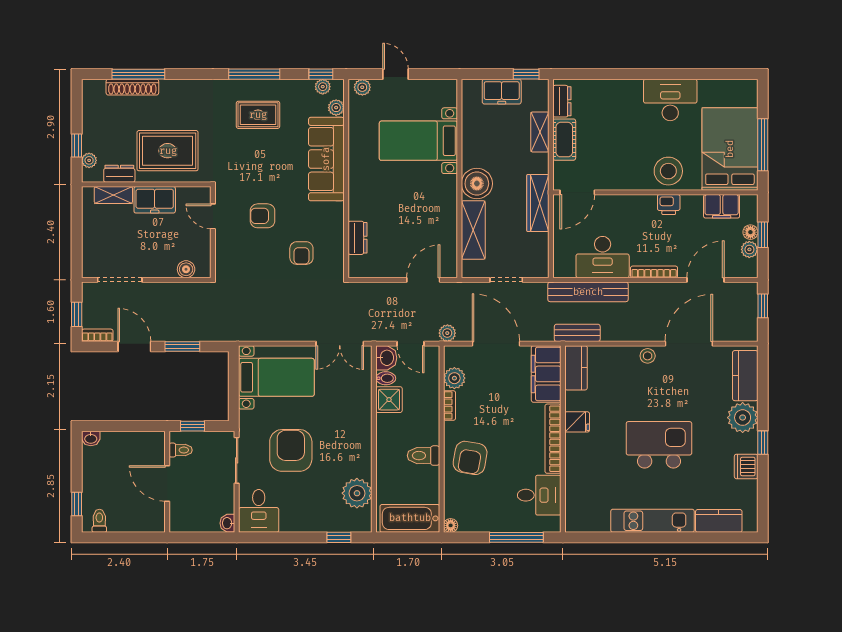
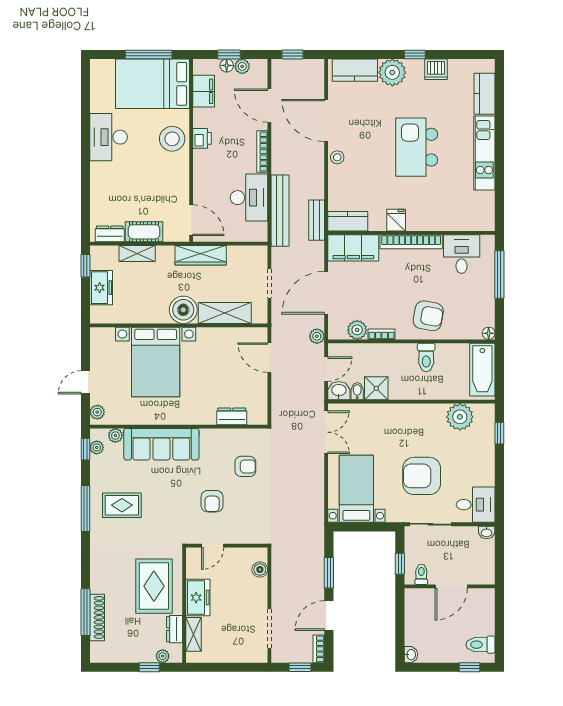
rug: (258, 115) -> (122, 505), turned 90
bed with nightstands: (418, 141) -> (156, 362), width x1.36
toilet: (99, 521) -> (481, 645), width x1.37, depth x1.39

